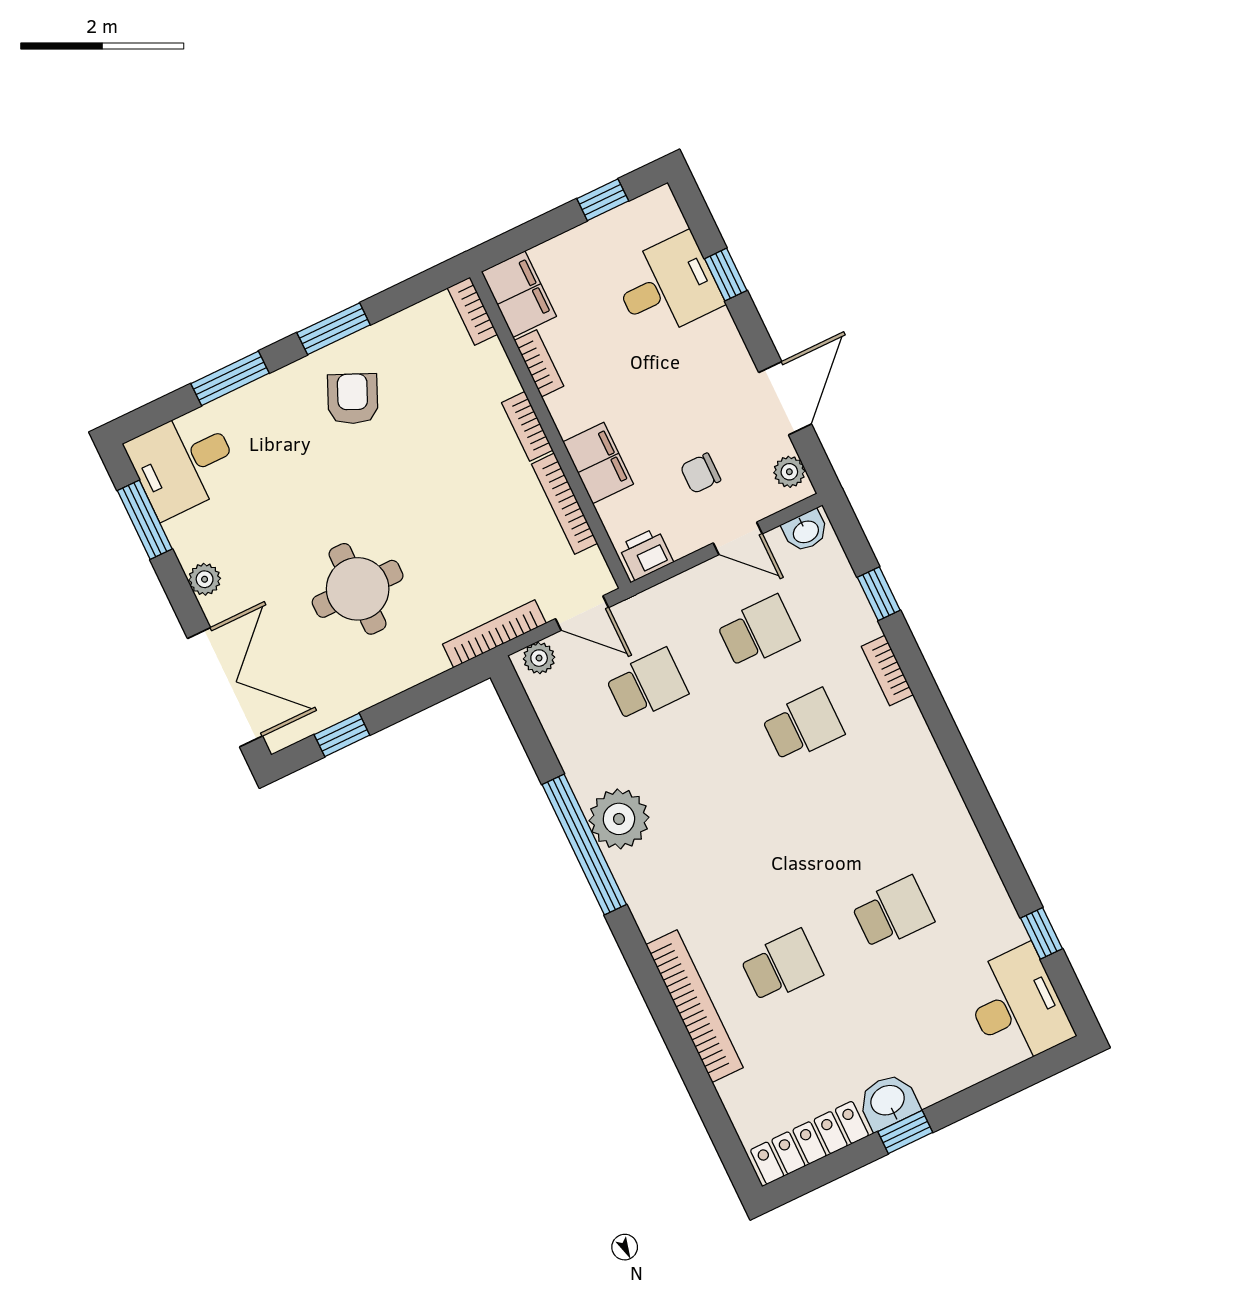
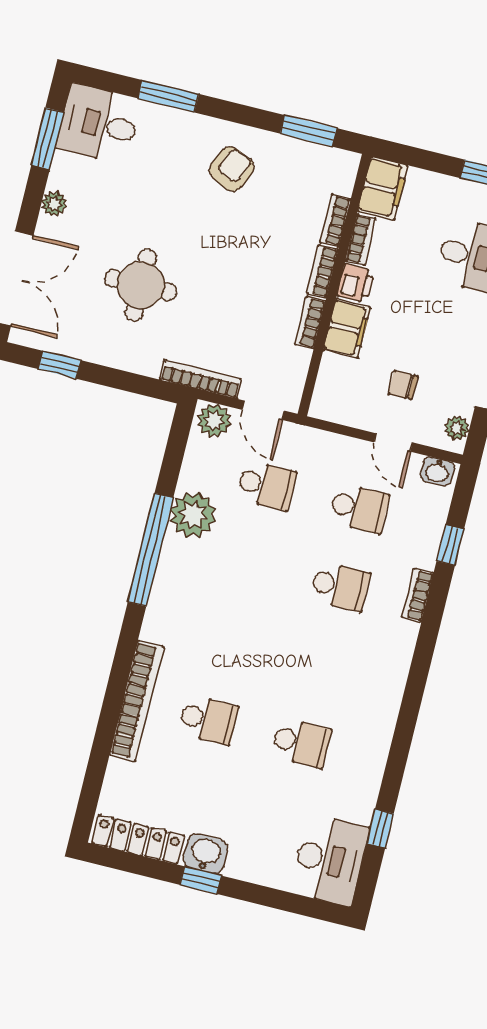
bookcase: (472, 311) -> (335, 221), moved
window: (334, 329) -> (309, 131), moved
bookcase: (564, 504) -> (310, 323), width x0.64
printer: (646, 554) -> (355, 283), moved, turned 90
plant: (539, 658) -> (214, 420), width x1.38, depth x1.38
plant: (619, 819) -> (193, 515), moved

